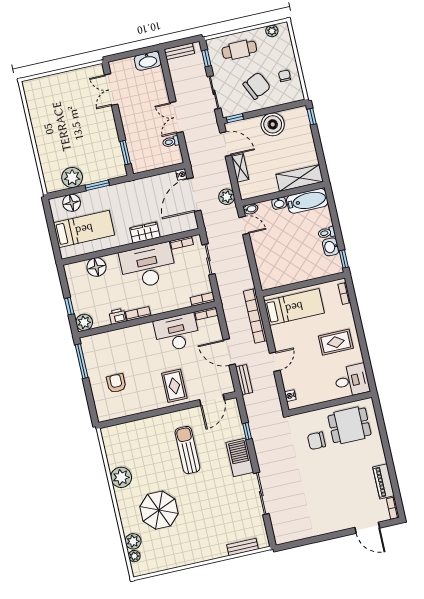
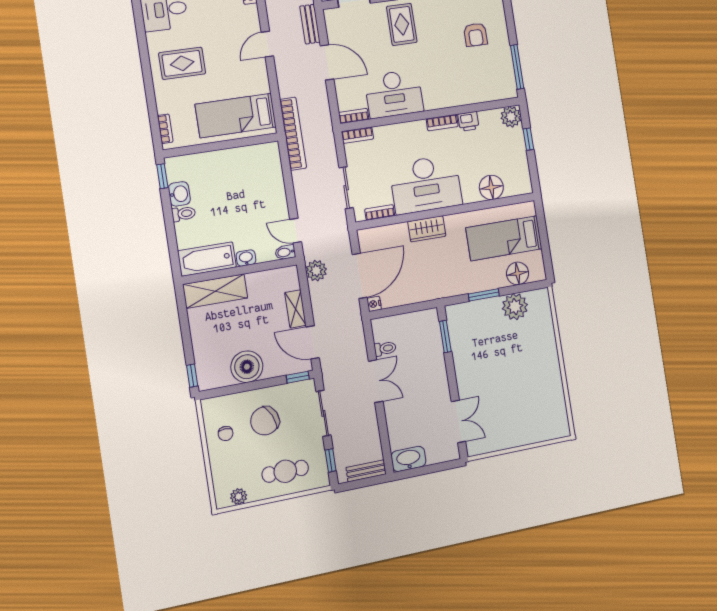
bookcase: (255, 316) -> (293, 134), moved

